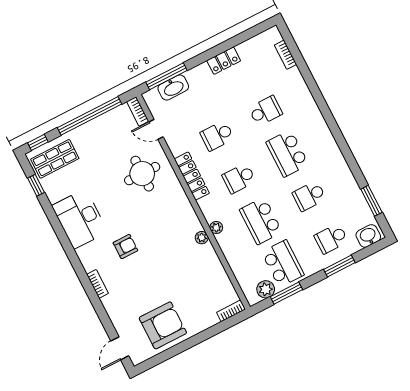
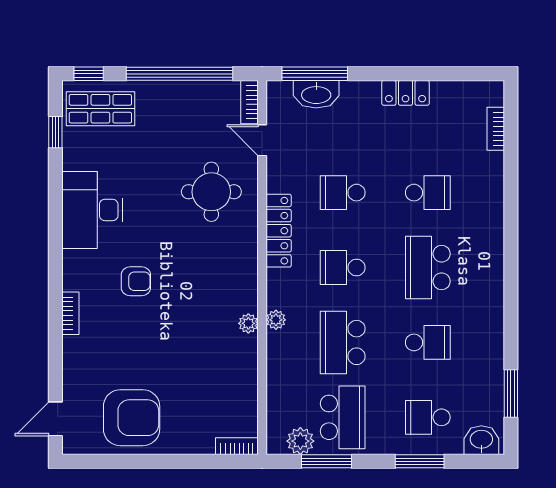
school desk: (309, 196) -> (428, 342), turned 180

